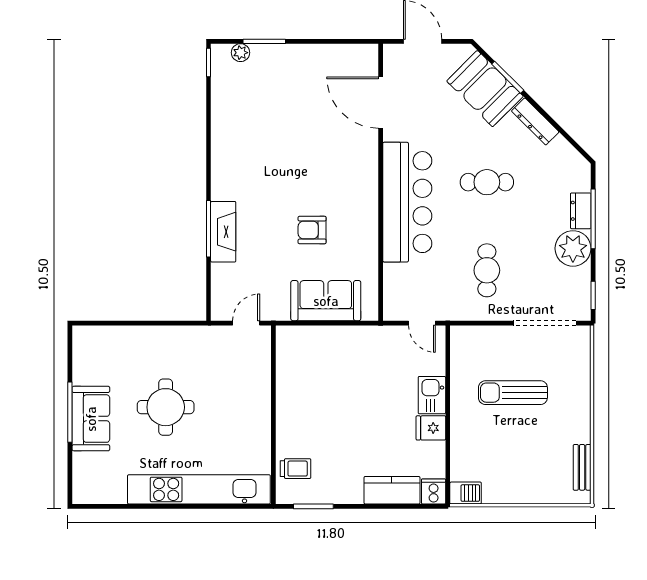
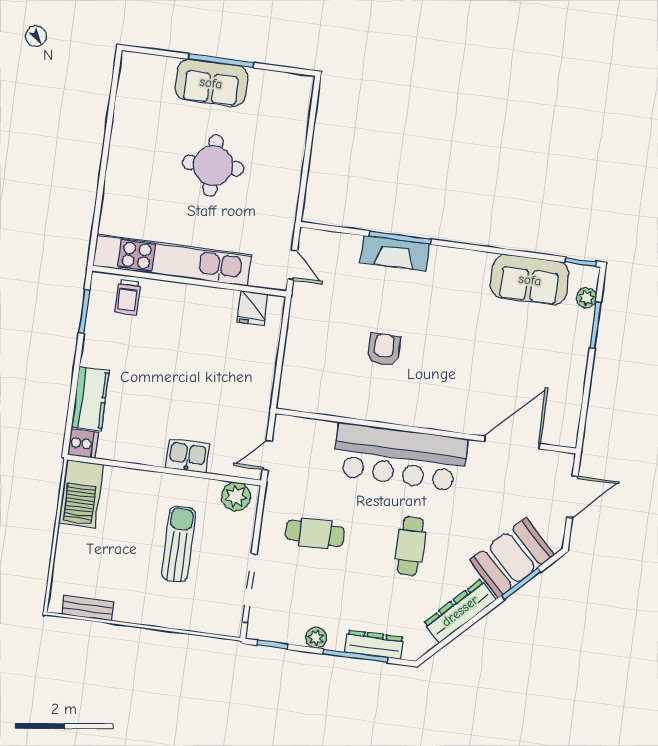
dresser: (535, 121) -> (460, 611), width x1.37, depth x1.24
dresser: (581, 211) -> (374, 645), width x1.44
plant: (573, 248) -> (316, 638), width x0.53, depth x0.53
sofa: (326, 301) -> (530, 280), moved, turned 90
plant: (463, 346) -> (236, 497), added
fridge: (431, 428) -> (252, 308), moved, turned 180
kitchen unit: (199, 489) -> (172, 260), moved, turned -90
barbecue: (466, 493) -> (81, 494), width x1.88, depth x1.53

